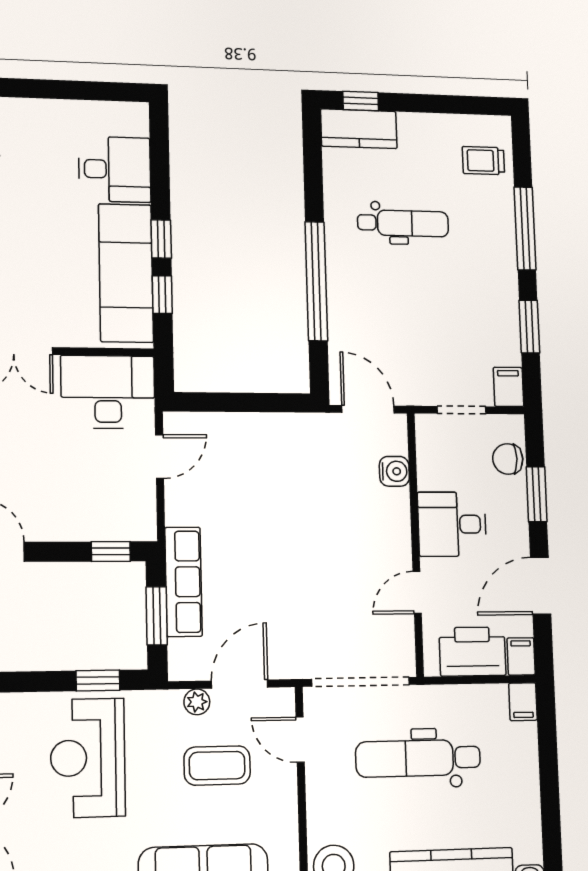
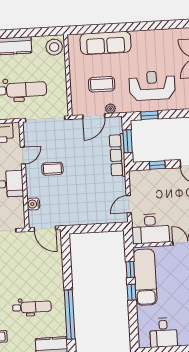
desk: (115, 169) -> (163, 333), moved, turned -90
dental chair: (403, 223) -> (32, 307), turned 180
window: (316, 281) -> (70, 315), moved
window: (111, 551) -> (157, 165), moved
coffee table: (346, 556) -> (52, 169), added
door: (300, 740) -> (69, 95), removed
reception desk: (88, 758) -> (152, 86), turned -90

